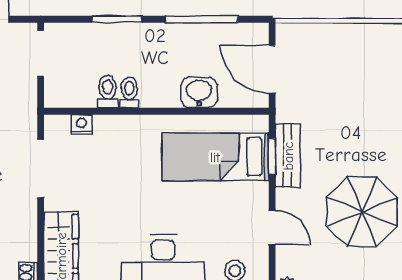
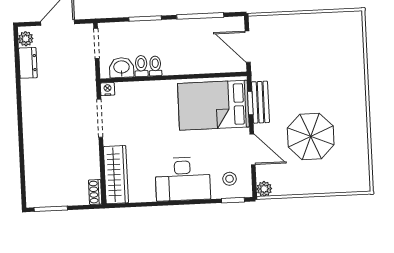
washbasin: (199, 93) -> (122, 68), moved
nightstand: (82, 124) -> (108, 89), moved
bed: (215, 157) -> (213, 105), width x1.50
door: (272, 227) -> (253, 149), width x1.38

